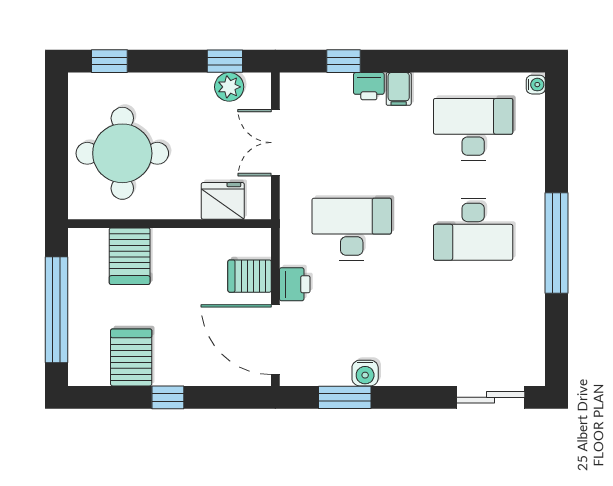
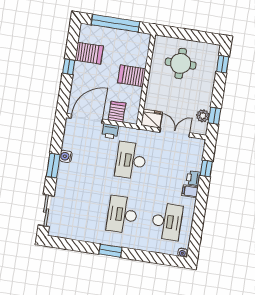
round table: (122, 153) -> (181, 64), width x0.73, depth x0.73
fridge: (223, 201) -> (152, 119), moved, turned -90
desk: (352, 229) -> (131, 160), turned 180
window: (557, 243) -> (110, 251), width x0.47
server rack: (130, 256) -> (132, 76), moved
window: (345, 397) -> (53, 166), moved

